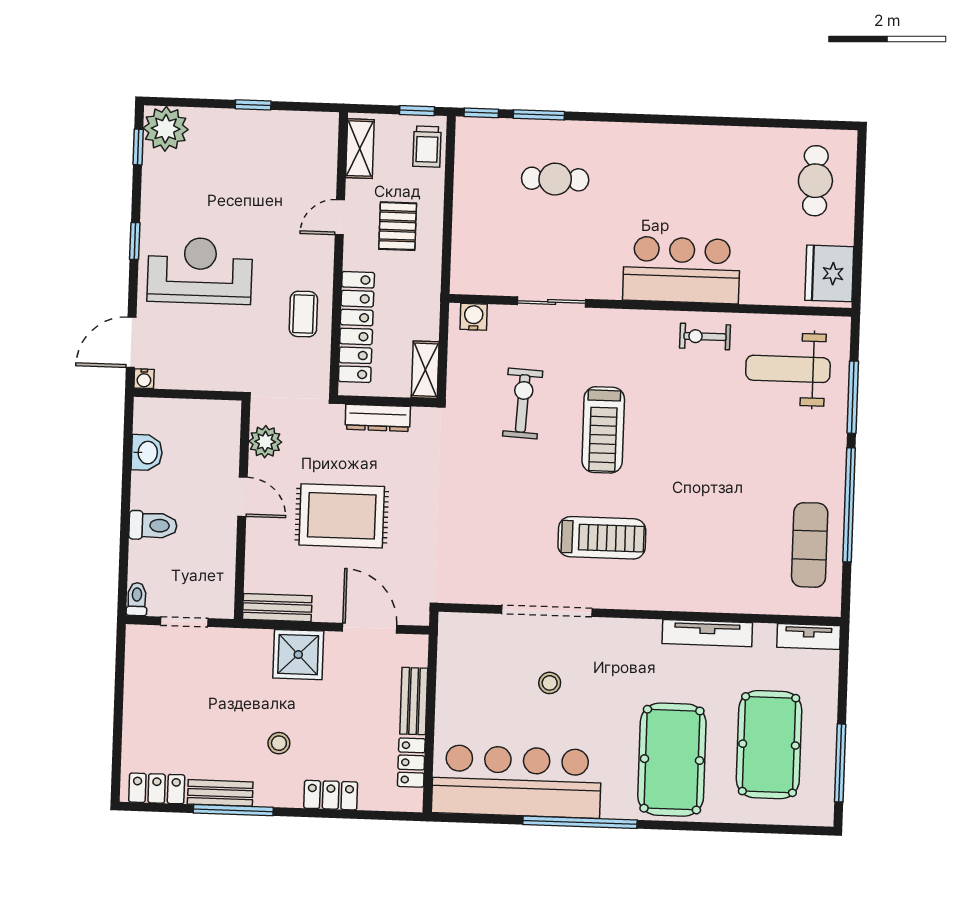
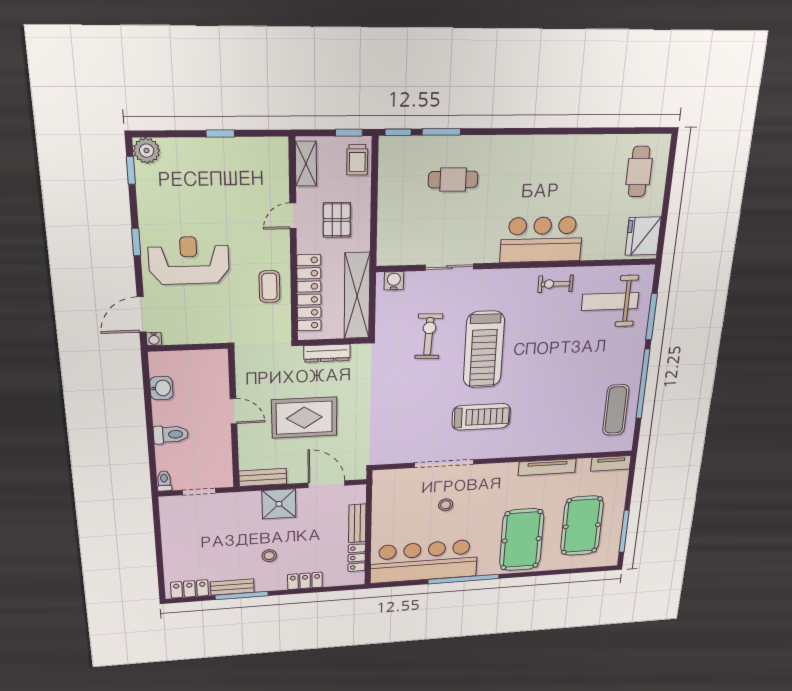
plant: (166, 129) -> (147, 151), width x0.73, depth x0.73
shelving: (425, 370) -> (357, 296), width x2.20, depth x1.33
treadmill: (603, 430) -> (484, 350), width x1.37, depth x1.38
plant: (265, 442) -> (247, 375), removed

